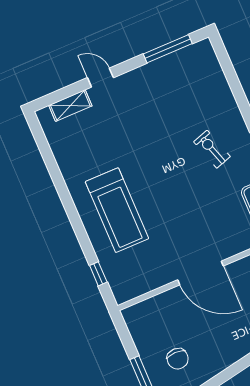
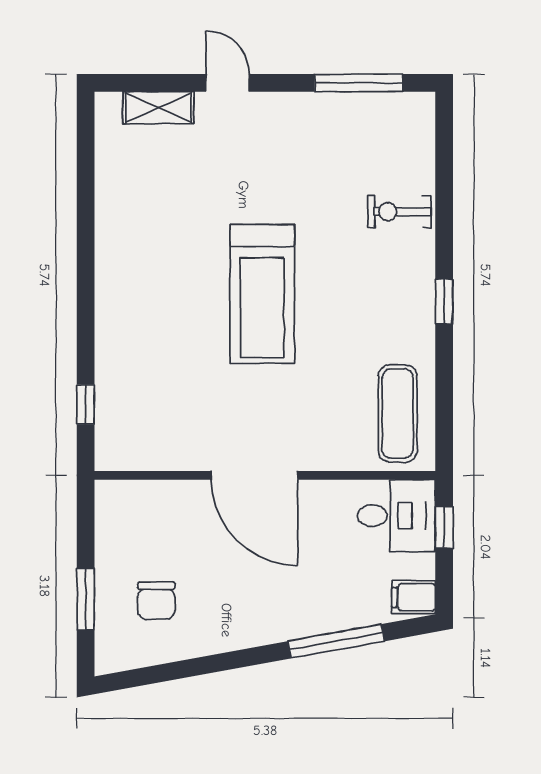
exercise bike: (212, 149) -> (399, 212), moved, turned -72
treadmill: (117, 210) -> (262, 294), moved

